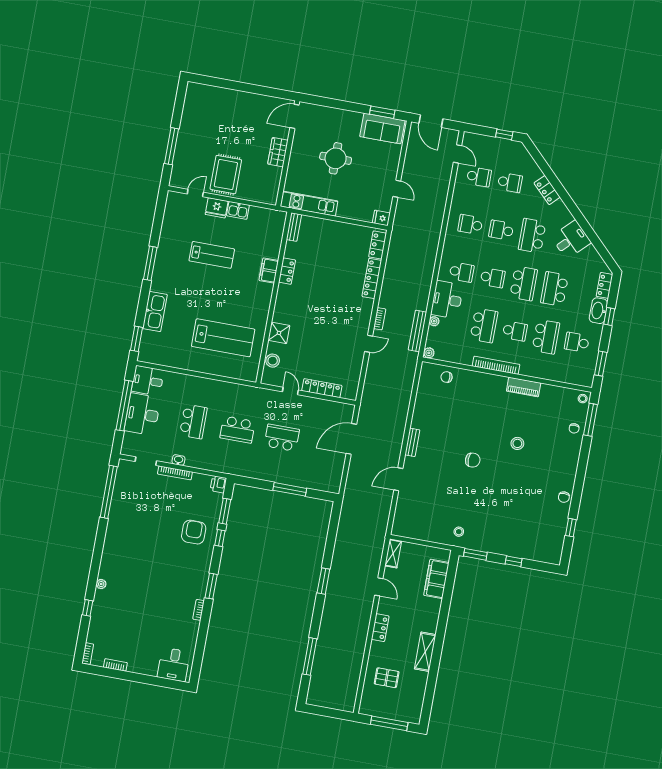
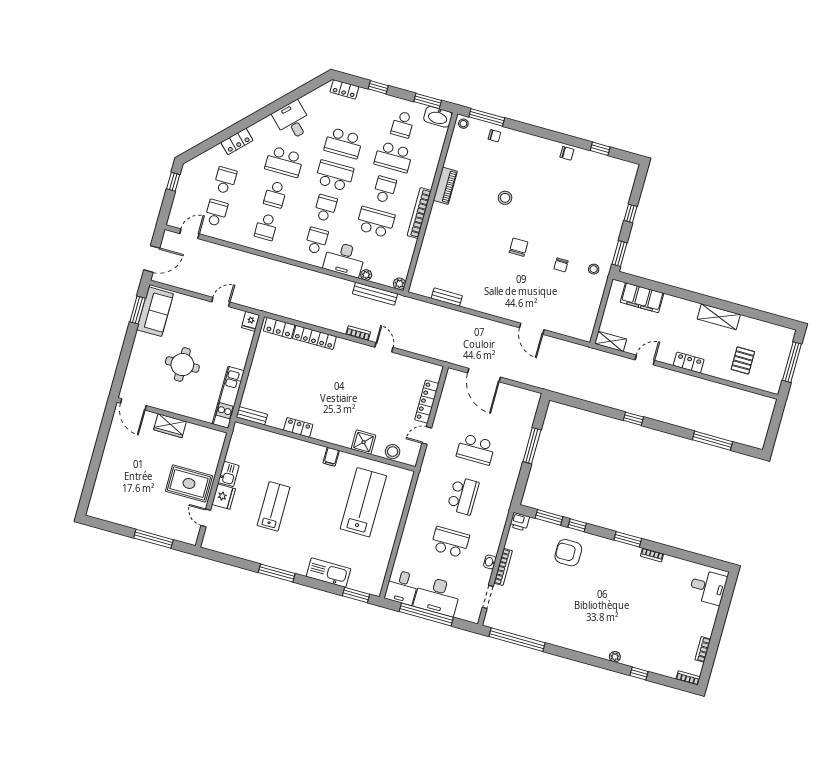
filing cabinet: (269, 270) -> (331, 457), moved, width x0.50
washbasin: (598, 311) -> (438, 117), moved
school desk: (546, 337) -> (394, 157), turned 180
chair: (447, 377) -> (561, 265), moved
school desk: (282, 438) -> (476, 449), turned -90
bench: (412, 442) -> (447, 297), moved
window: (323, 581) -> (633, 419), width x0.67

